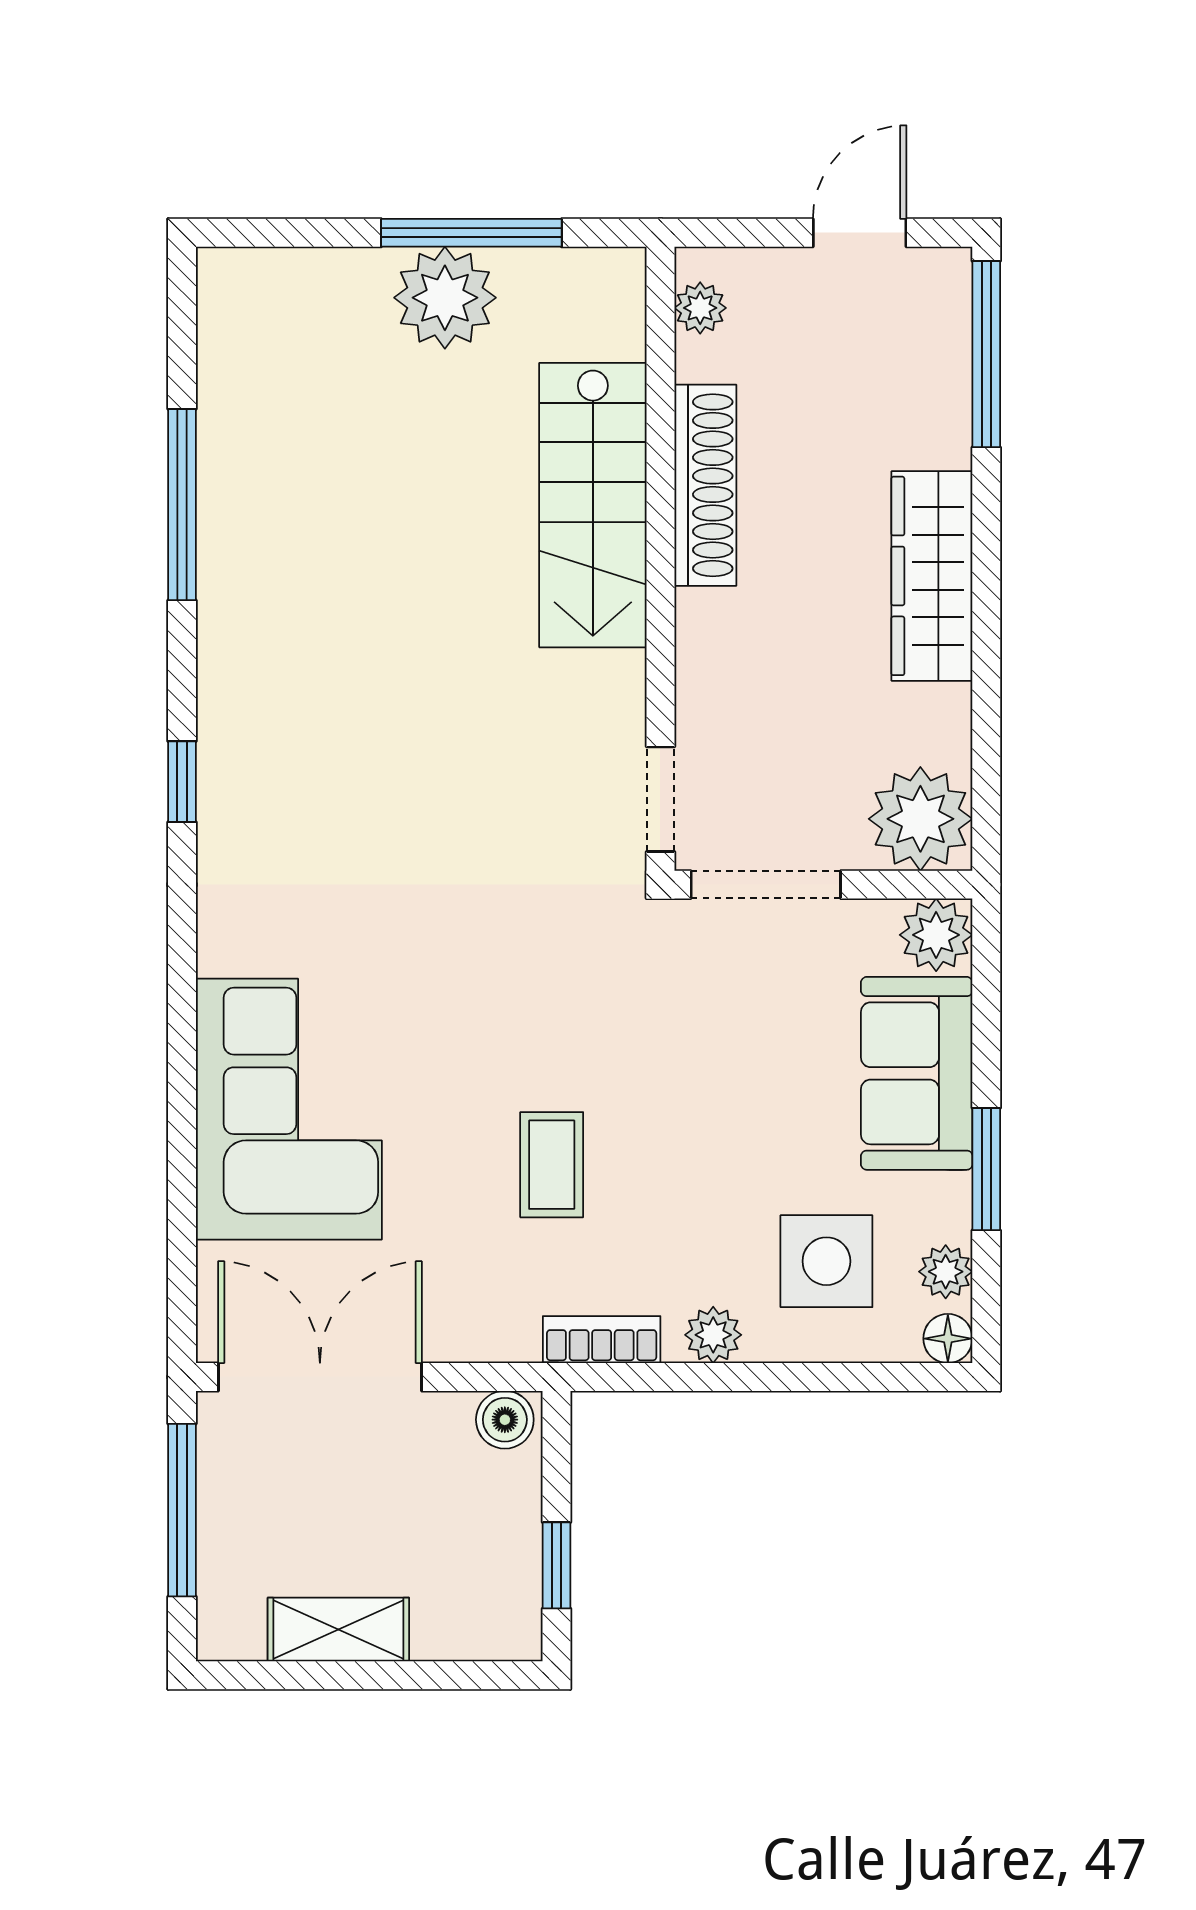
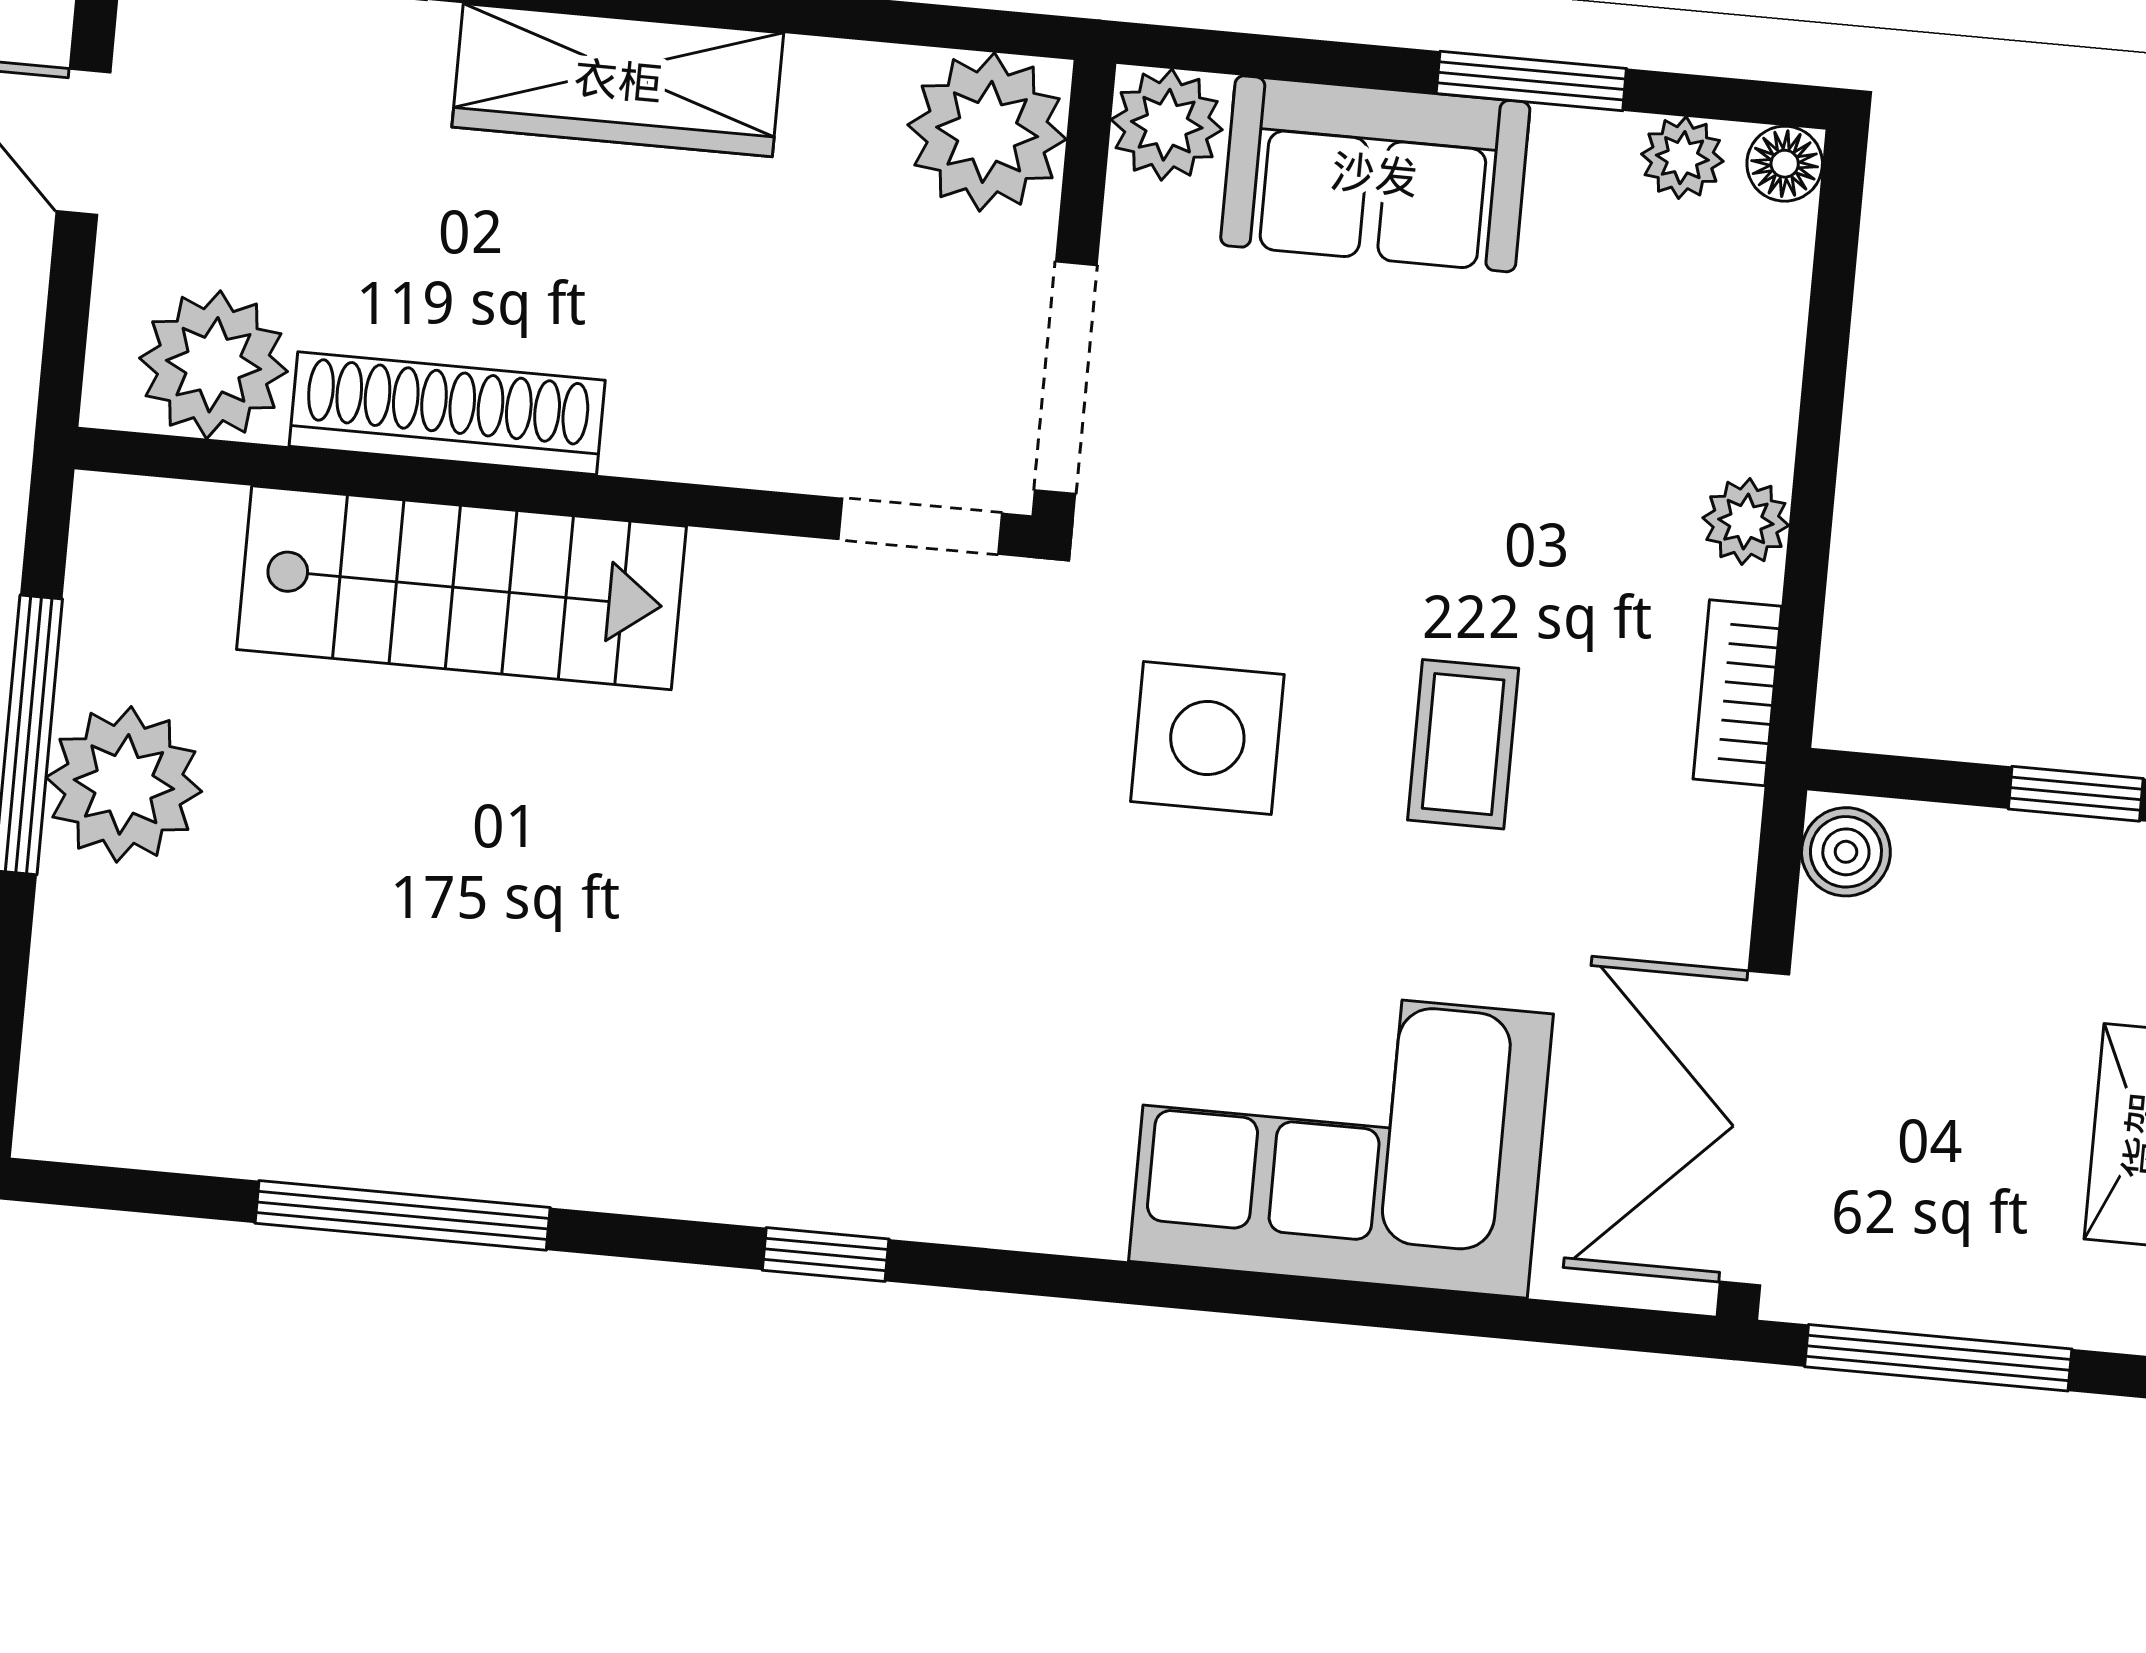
plant: (700, 308) -> (213, 365), width x1.87, depth x1.87
coffee table: (552, 1165) -> (1463, 744), turned 90
side table: (826, 1261) -> (1207, 738), moved

